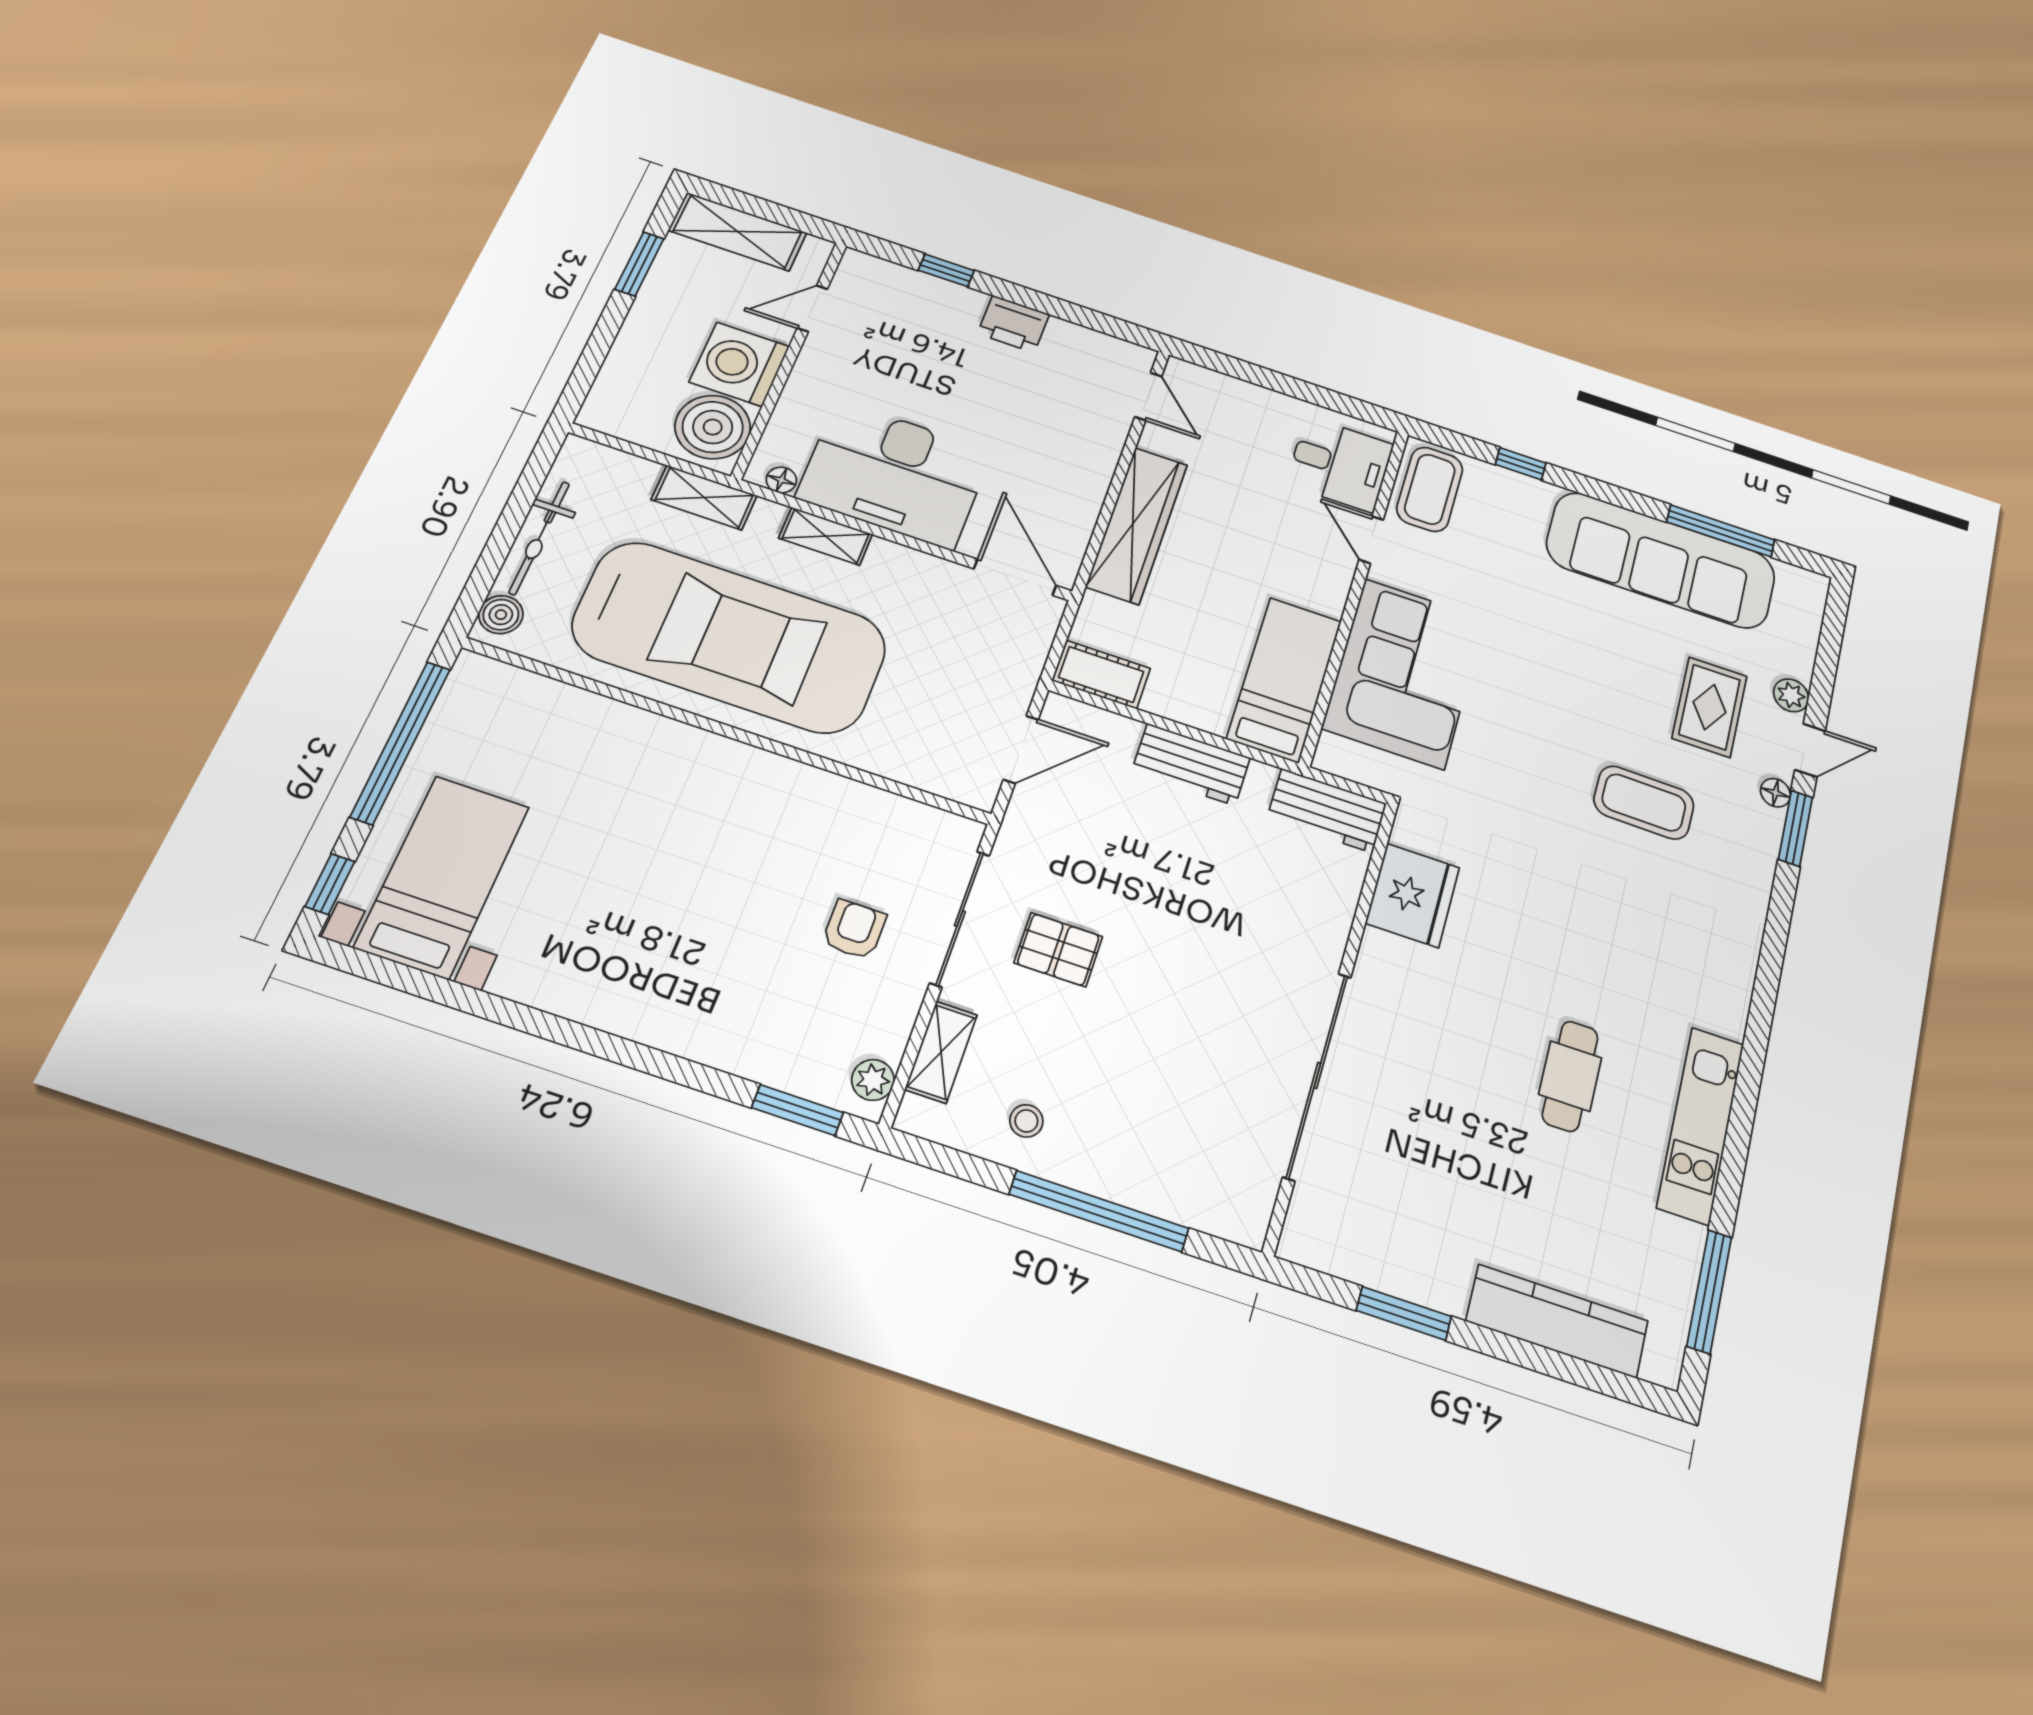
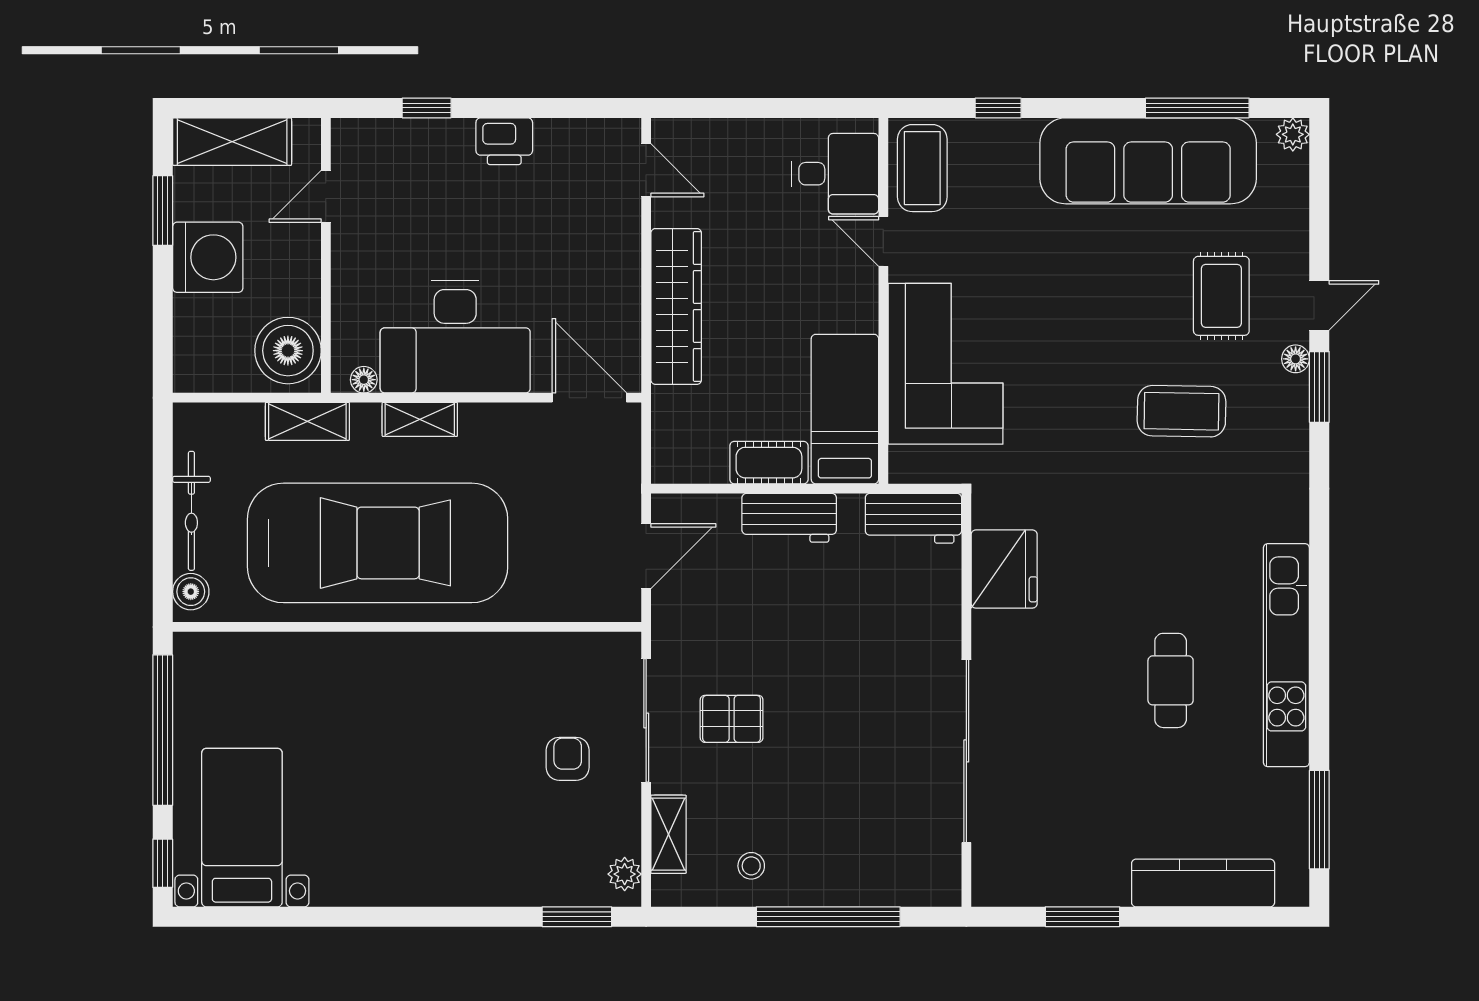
washing machine: (739, 364) -> (208, 257), moved, turned 180
cot: (1101, 674) -> (769, 463), moved
plant: (1791, 695) -> (1293, 134), moved
kitchen unit: (1701, 1125) -> (1286, 655), width x1.36

